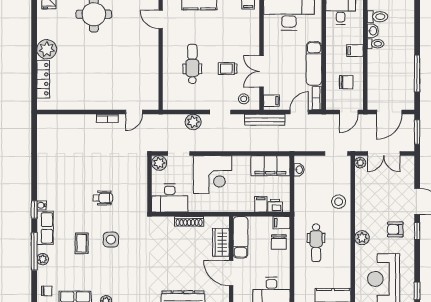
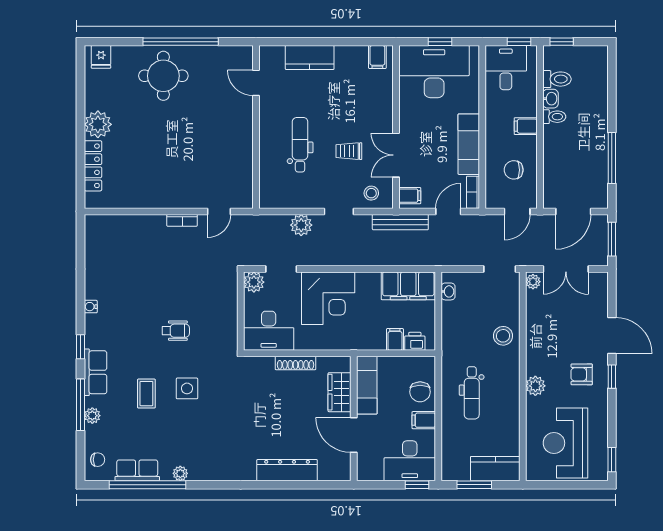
chair: (346, 82) -> (514, 170), turned 180
water cooler: (41, 205) -> (91, 307), moved
filing cabinet: (281, 223) -> (424, 420), moved

